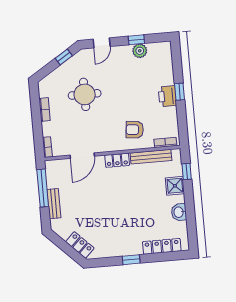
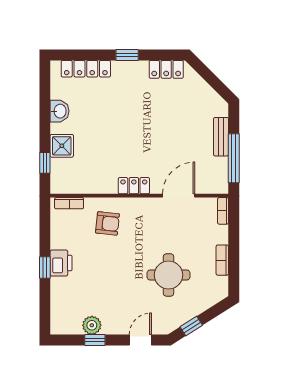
bench: (151, 157) -> (90, 186), removed
locker: (80, 245) -> (166, 69), moved, turned -45

